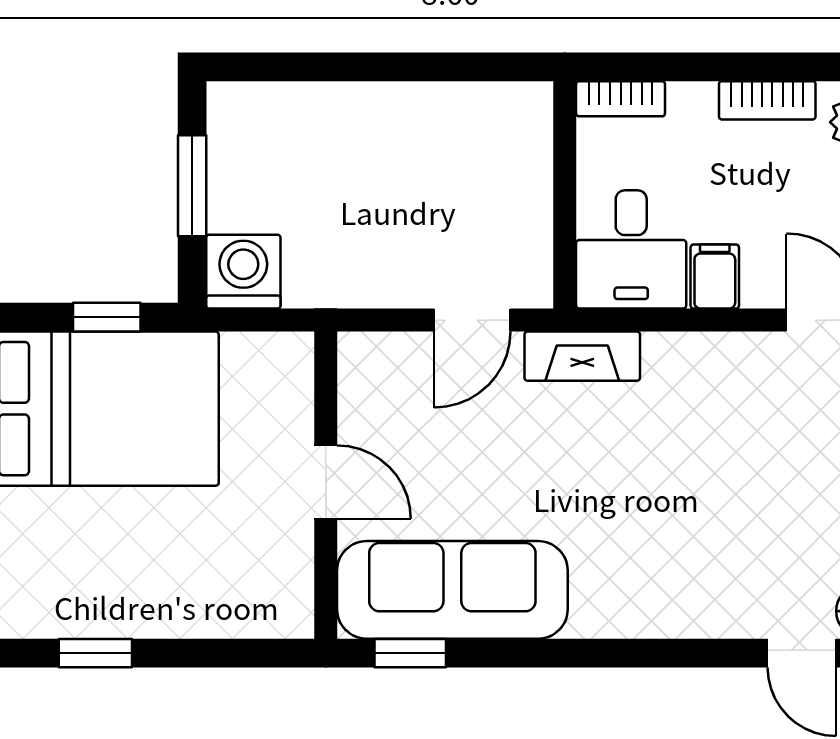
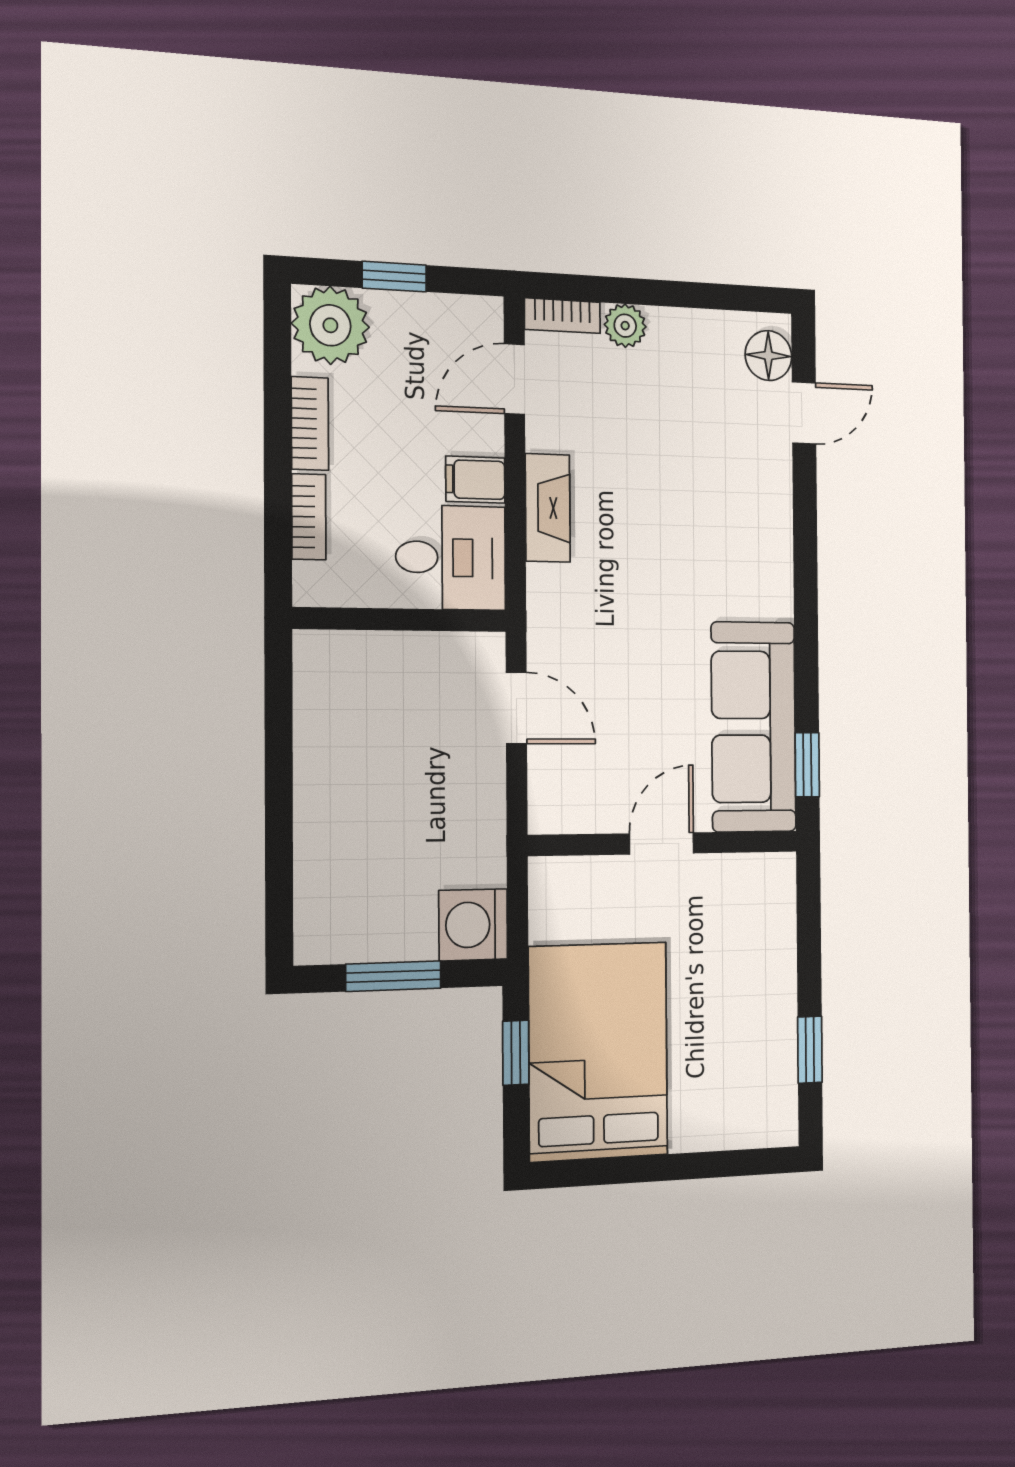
bookcase: (621, 99) -> (309, 517), moved
fireplace: (582, 356) -> (548, 508), moved

